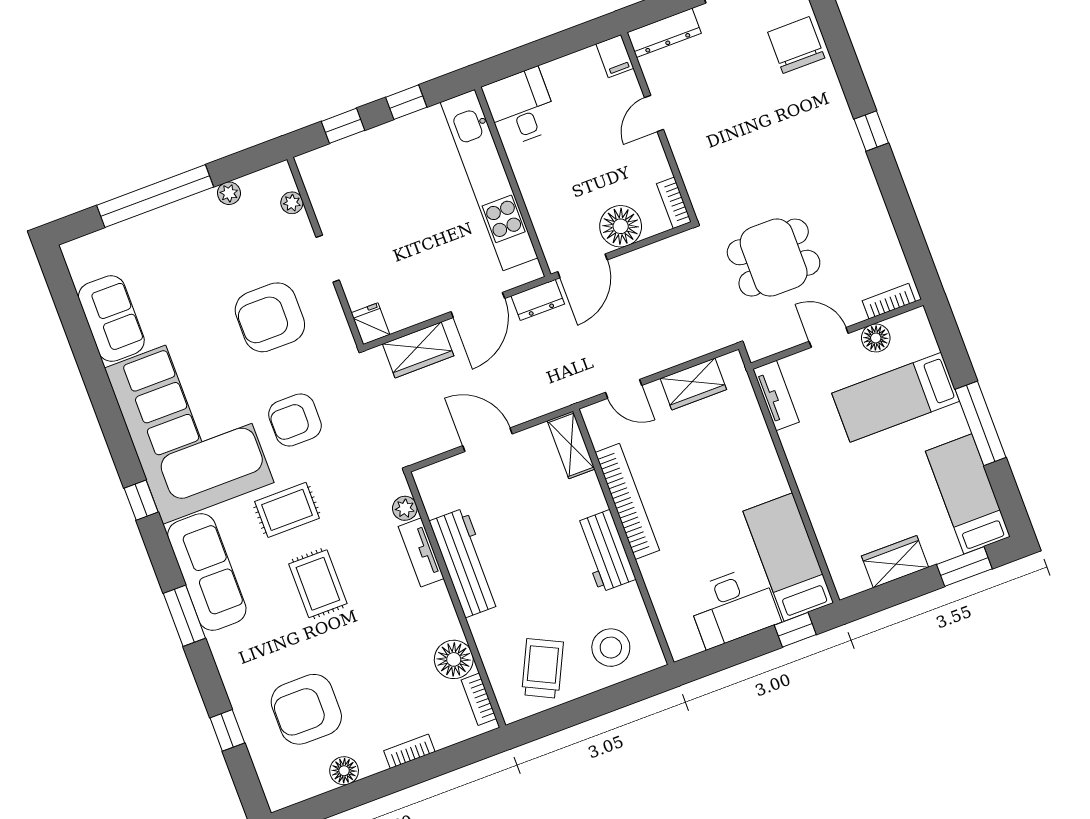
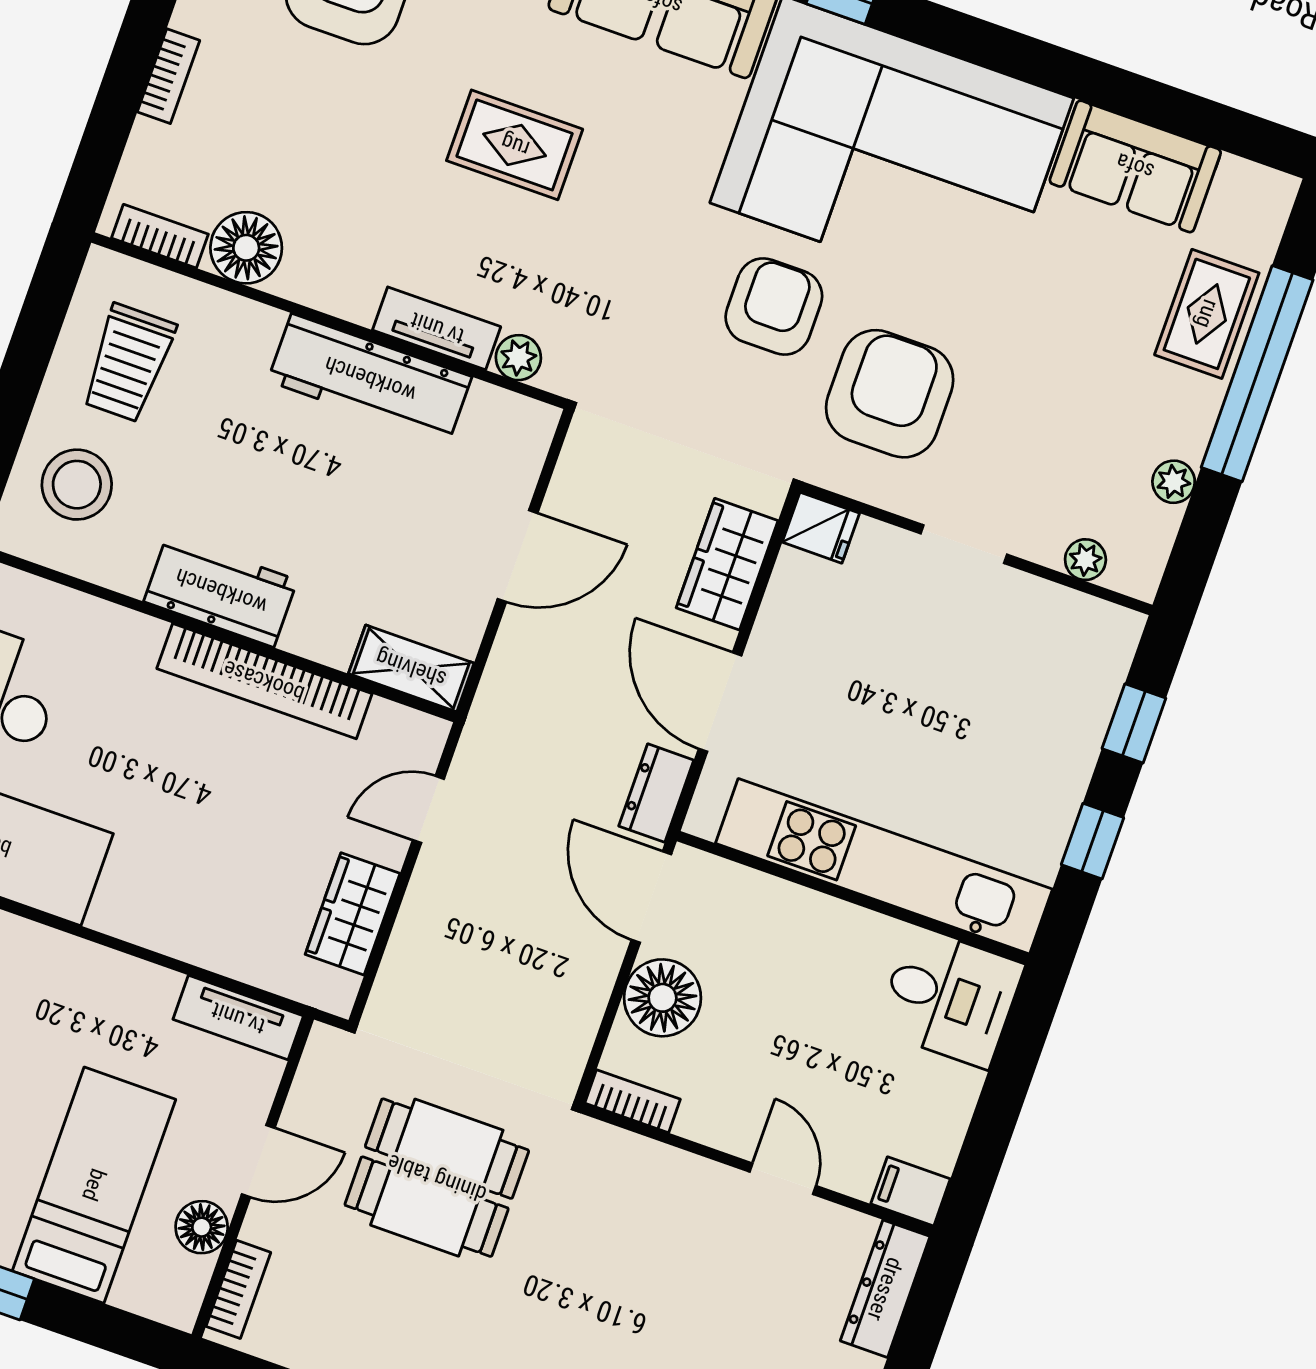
dining table: (774, 258) -> (437, 1178), turned 90
armchair: (270, 317) -> (890, 394), moved
rug: (287, 510) -> (1207, 314), moved
trolley: (542, 668) -> (128, 363), turned 64

